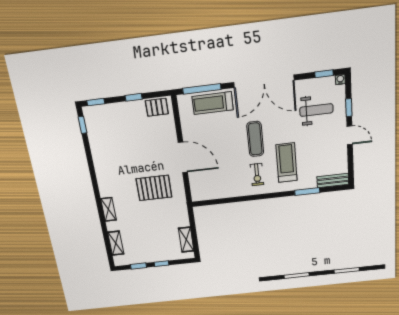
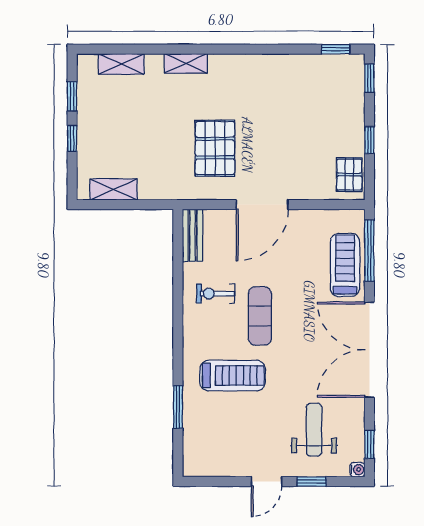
weight bench: (316, 110) -> (314, 430), turned 180
exercise mat: (255, 139) -> (260, 316), moved, turned 90
exercise bike: (257, 175) -> (216, 294), moved
bench: (333, 180) -> (192, 235), moved

